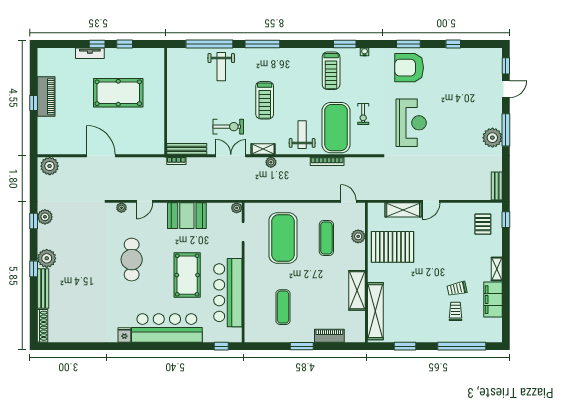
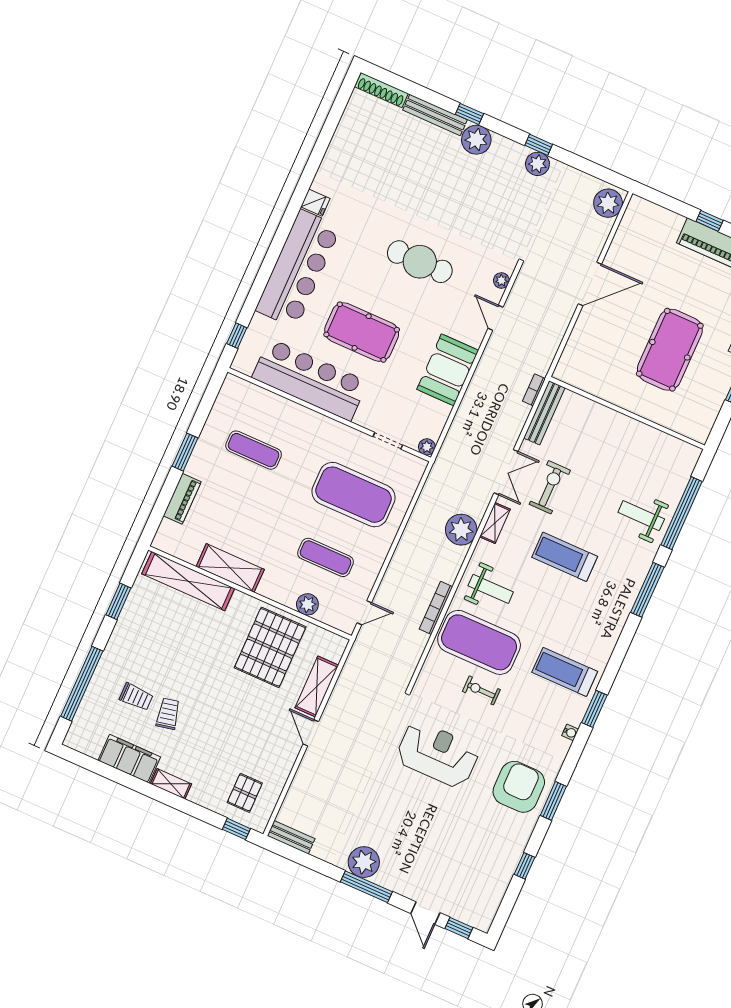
reception desk: (411, 123) -> (438, 754), turned 180
exercise bike: (228, 127) -> (550, 487), turned 180
plant: (271, 162) -> (461, 530), width x1.87, depth x1.87
pallet: (483, 224) -> (245, 793), turned 90

